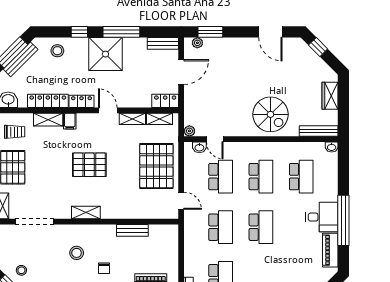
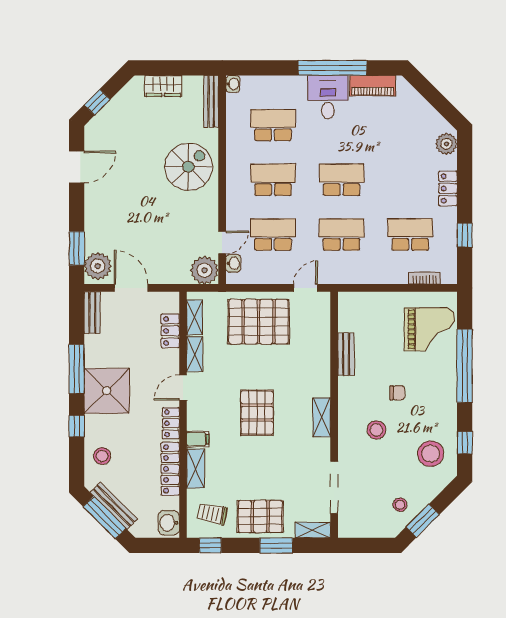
plant: (197, 43) -> (98, 266), width x1.88, depth x1.88
locker: (165, 101) -> (170, 331), moved
plant: (189, 131) -> (204, 270), width x1.88, depth x1.88
trolley: (15, 132) -> (212, 514), turned -79

